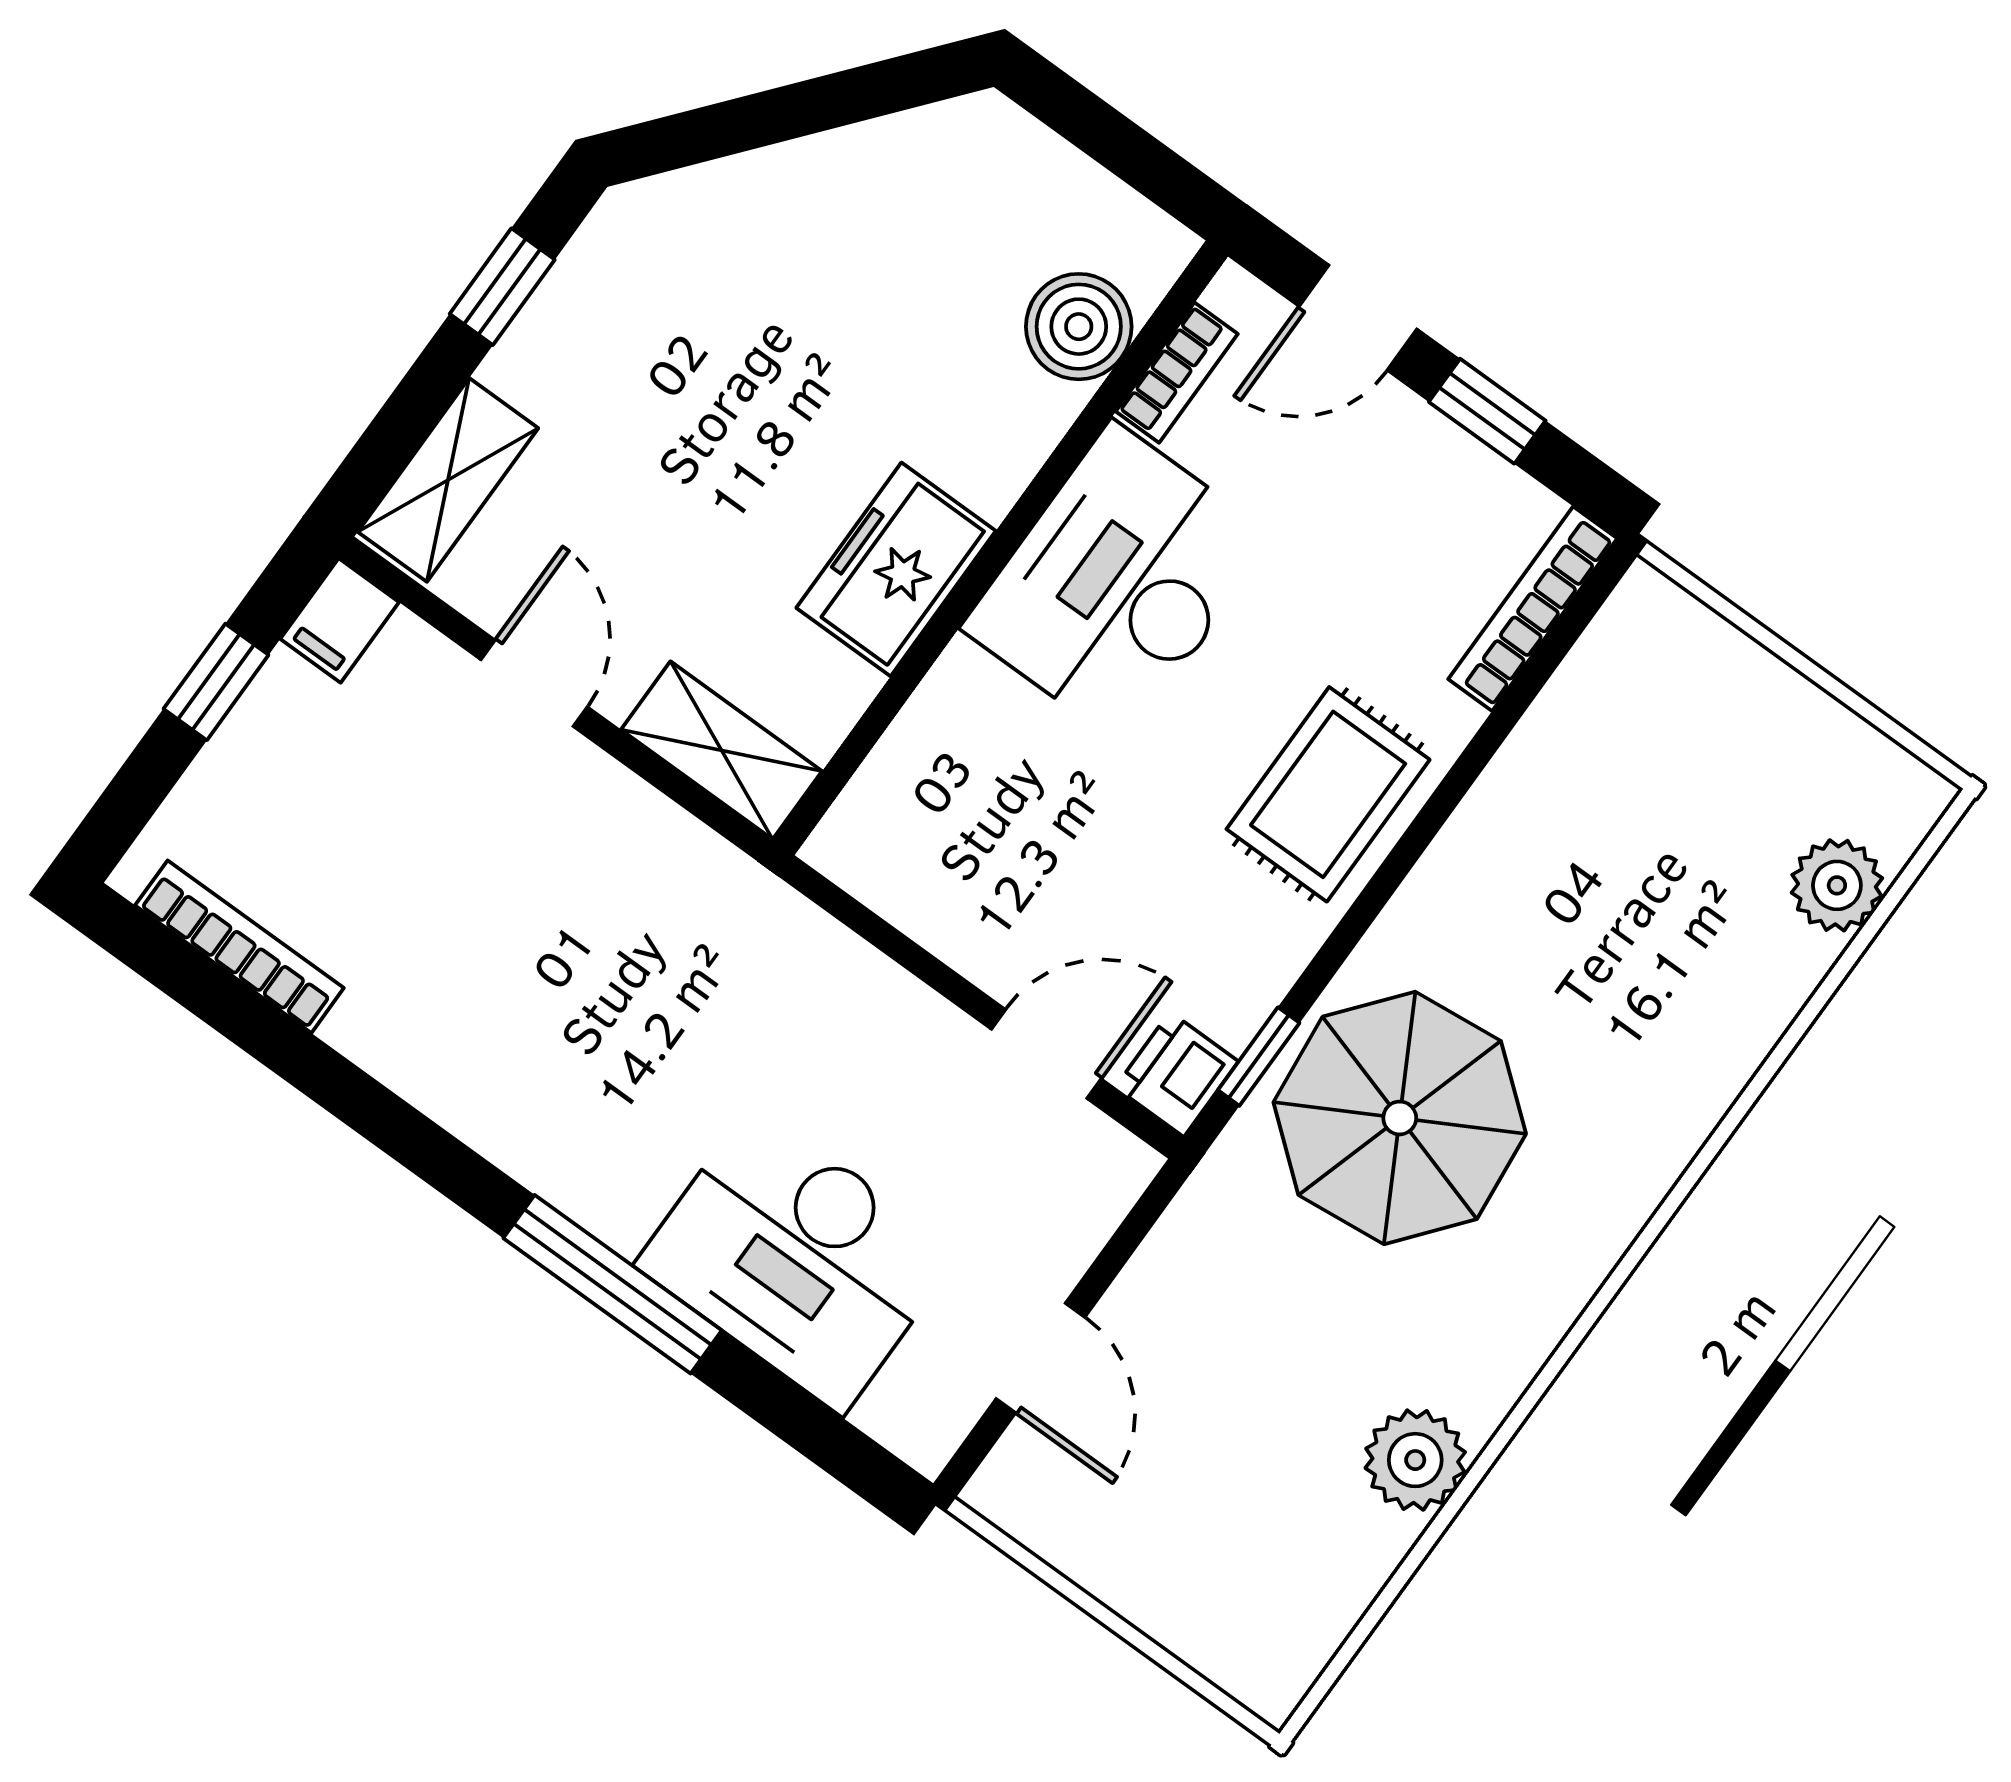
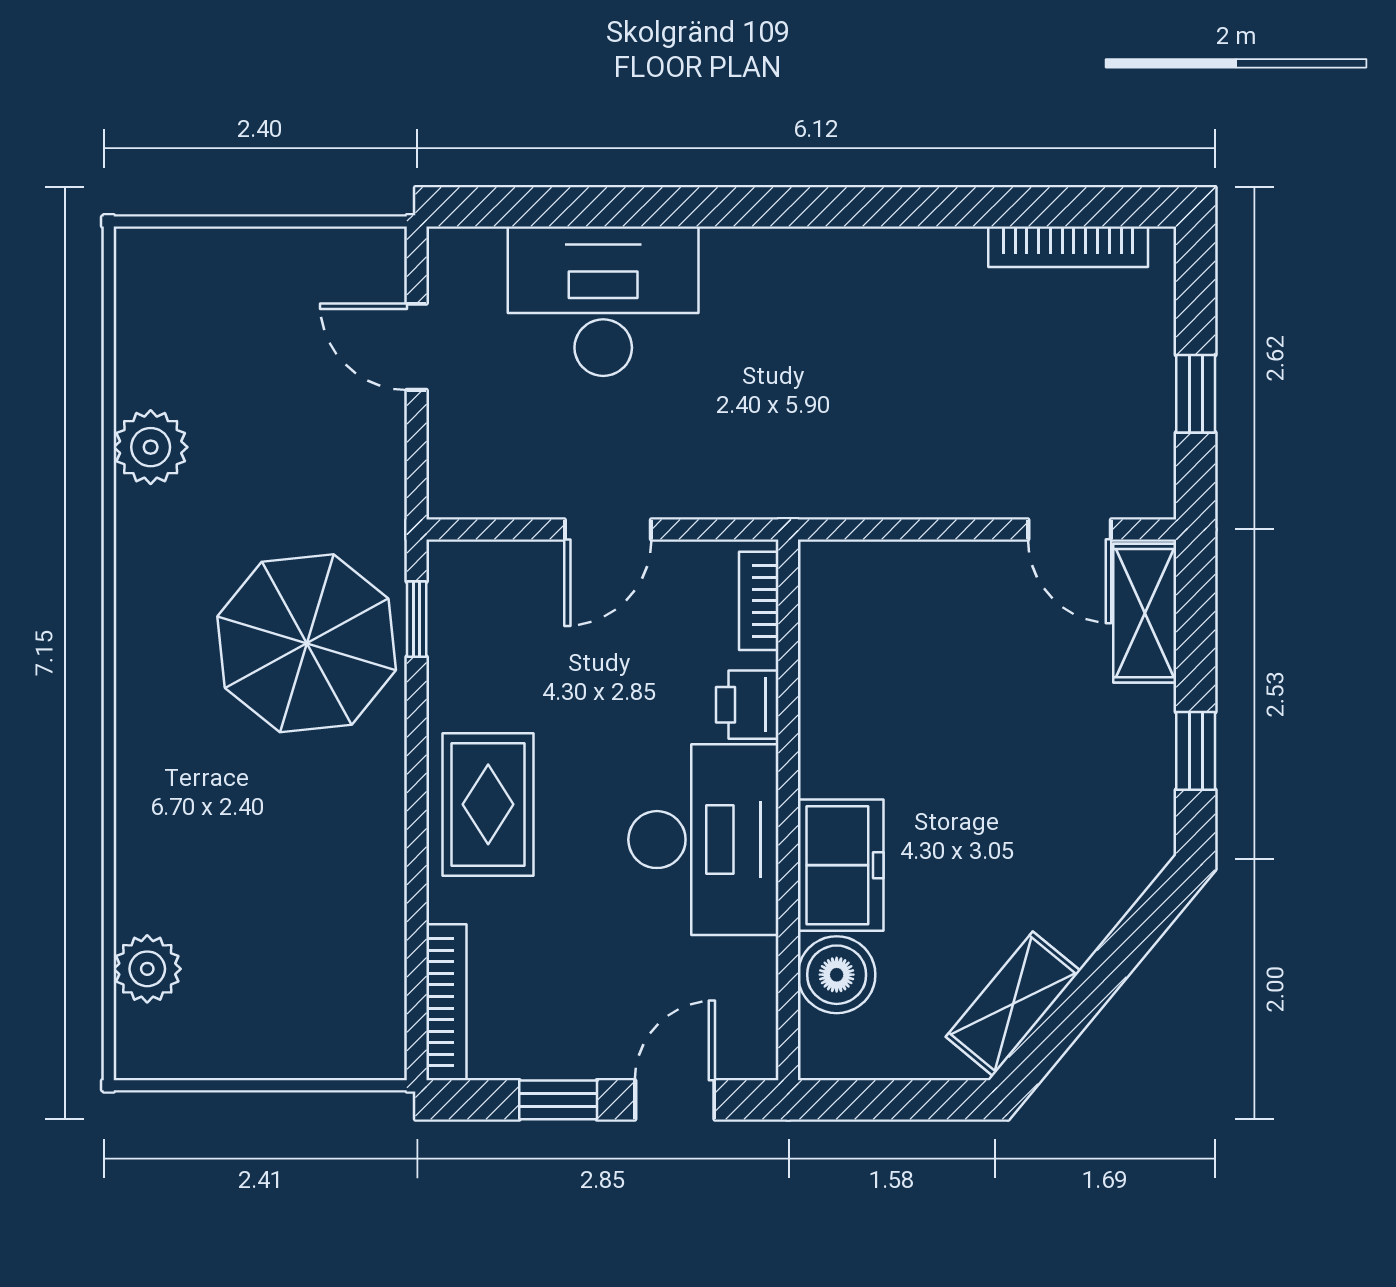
bookcase: (1177, 373) -> (759, 601), moved
freezer: (896, 569) -> (841, 865), moved
filing cabinet: (340, 621) -> (1149, 483), removed
door: (534, 683) -> (1070, 530), moved
shelving: (721, 750) -> (1013, 1004), moved, turned -50
door: (1046, 1054) -> (608, 530), moved
printer: (1177, 1074) -> (747, 705), moved, turned 180
window: (613, 1284) -> (702, 207), removed

